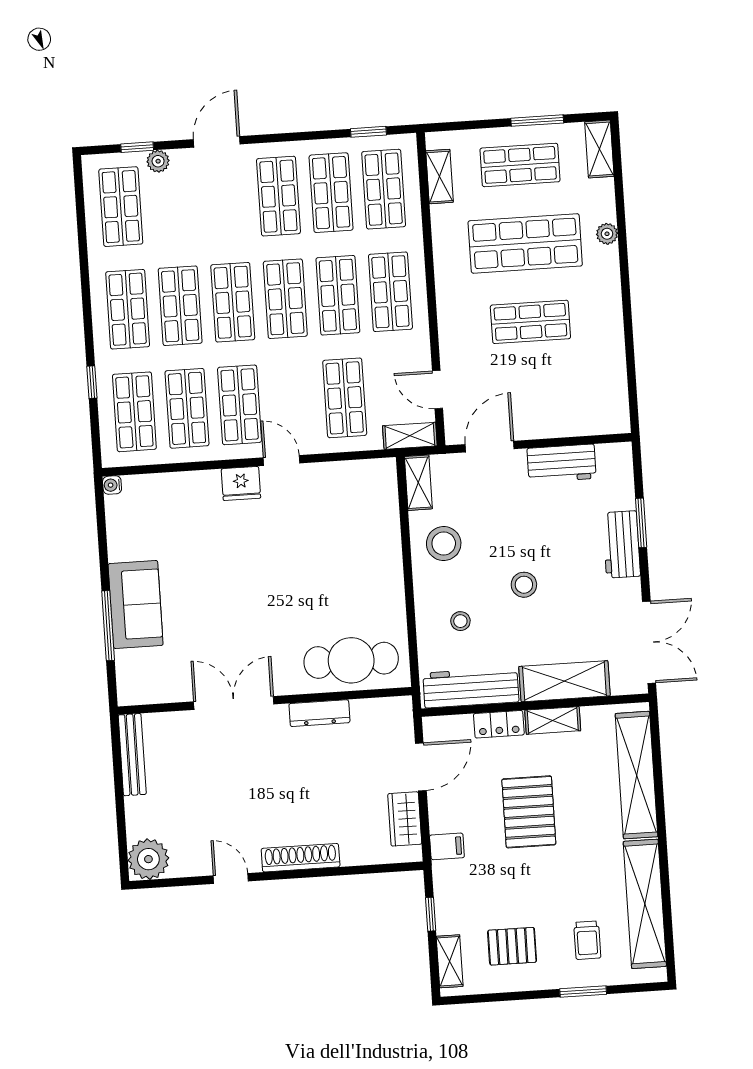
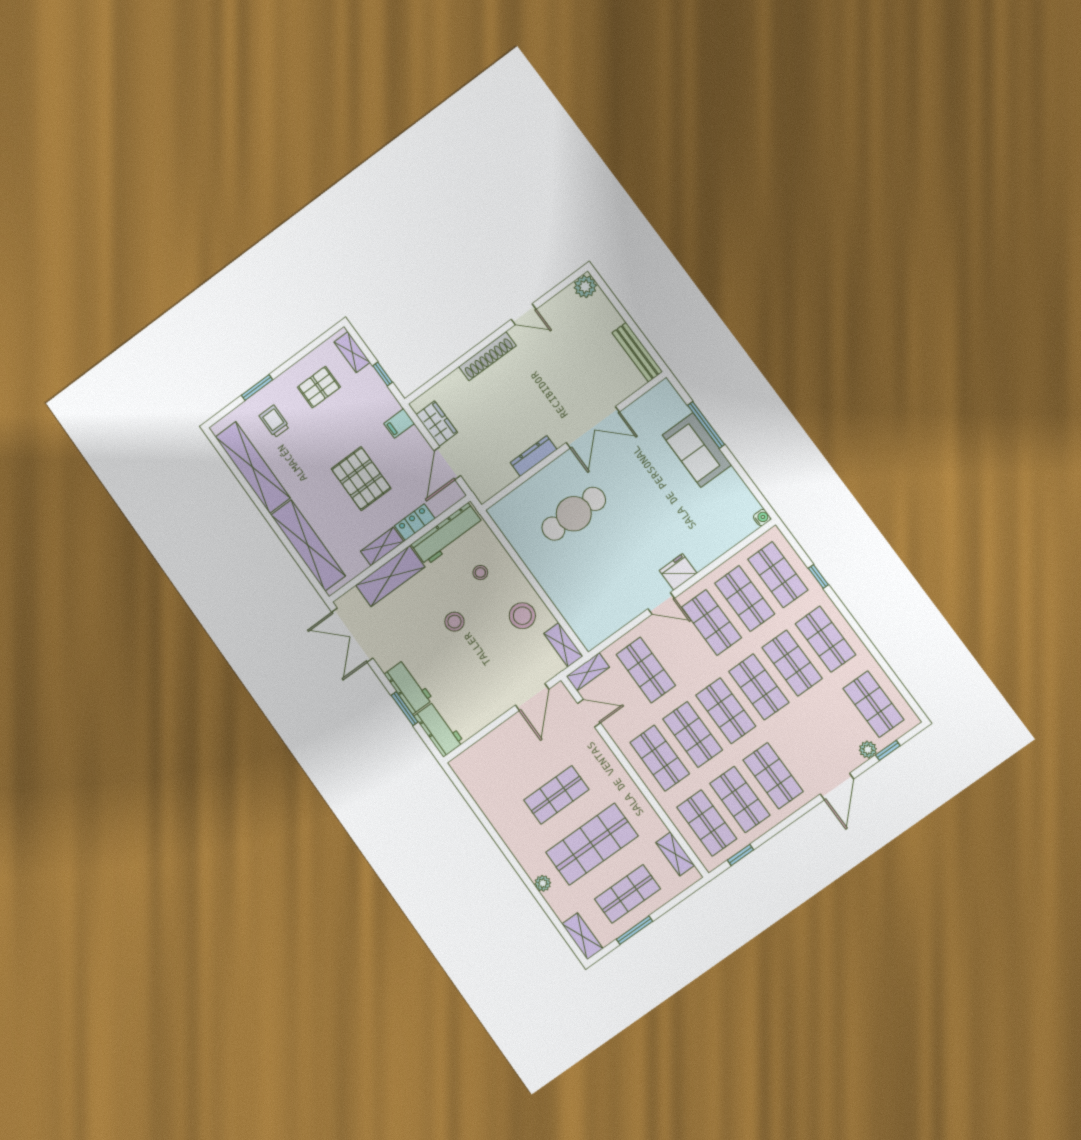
workbench: (562, 463) -> (439, 729), moved, turned 90
cafe table: (351, 660) -> (574, 514), moved
plant: (148, 859) -> (585, 287), width x0.73, depth x0.73

